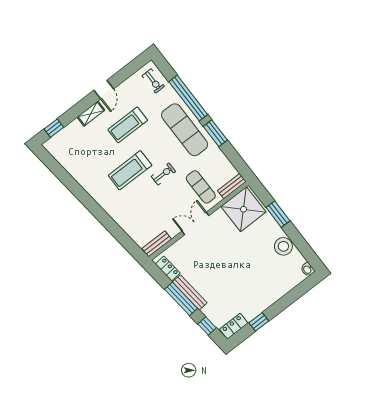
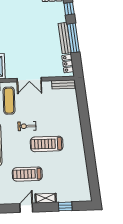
treadmill: (128, 125) -> (27, 174), turned 180
window: (54, 128) -> (65, 206), moved
treadmill: (130, 170) -> (47, 144), turned 180

